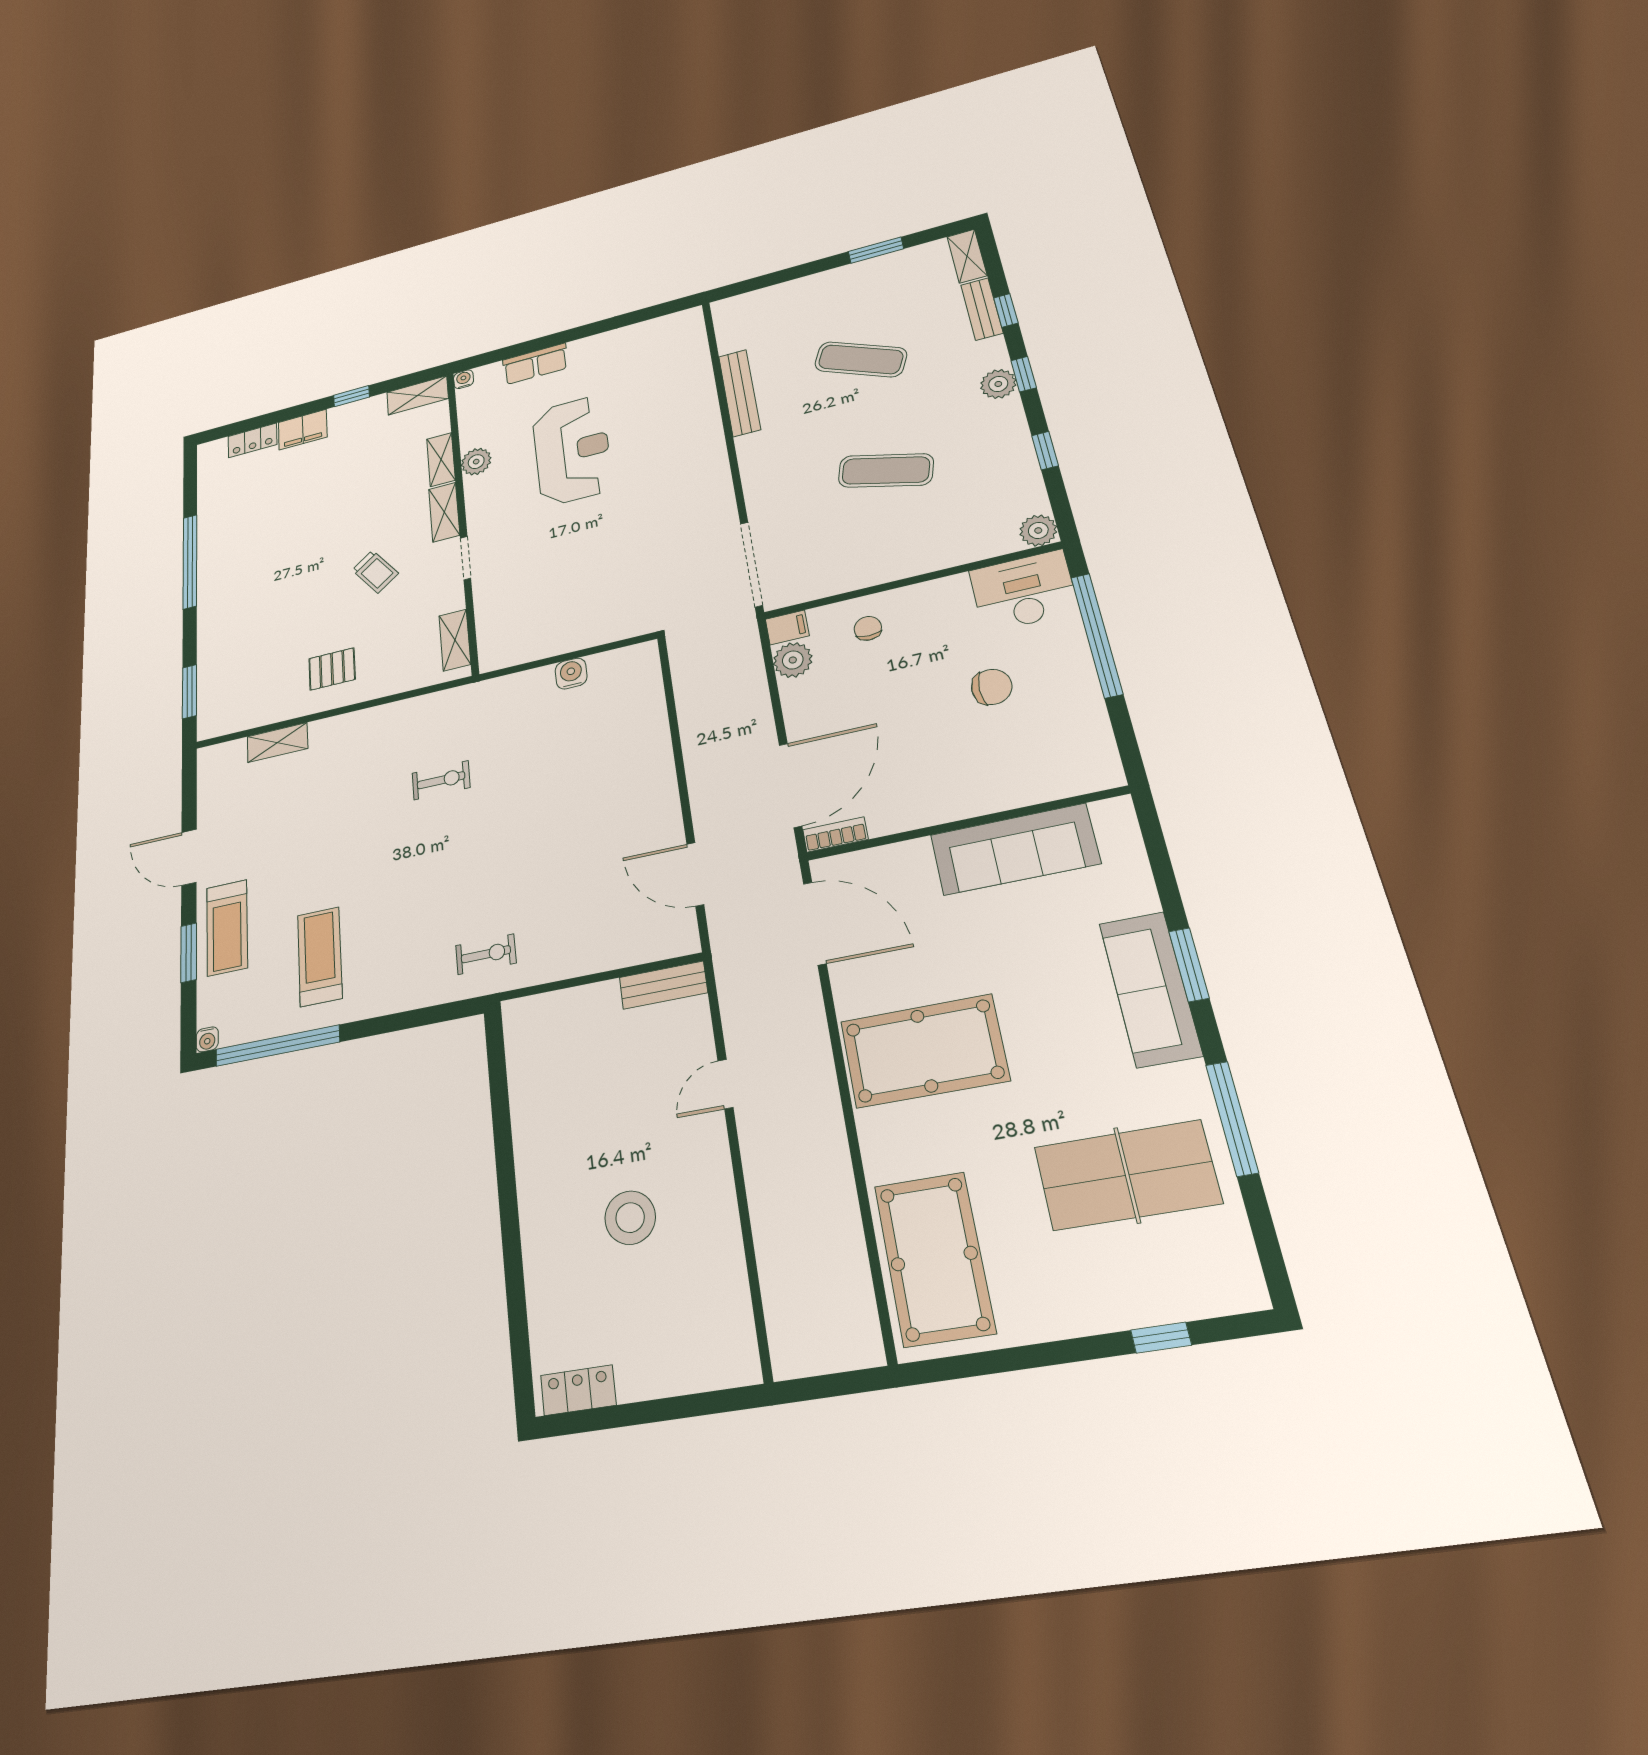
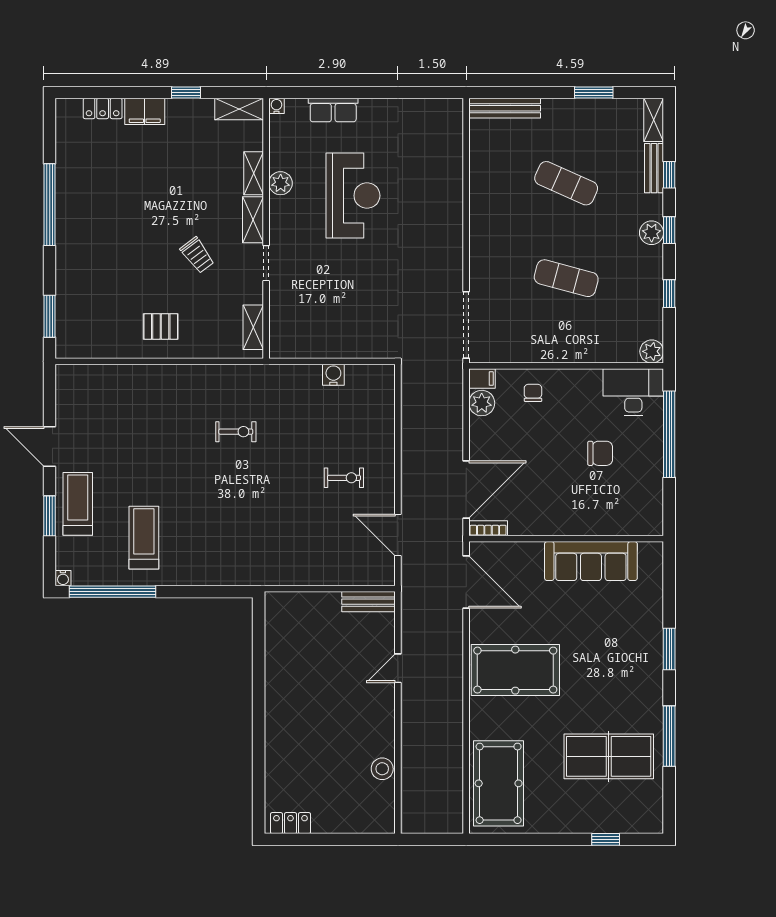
bench: (740, 393) -> (505, 108), moved, turned 90
shelving: (277, 743) -> (118, 374), removed
treadmill: (227, 928) -> (78, 504), turned 180
exercise bike: (486, 954) -> (344, 478), moved
sofa: (1150, 989) -> (645, 658), removed
stool: (630, 1218) -> (382, 769), moved, width x0.73, depth x0.73

